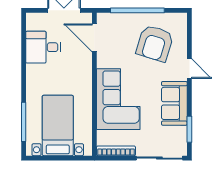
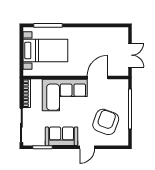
door: (94, 38) -> (98, 77), moved
armchair: (155, 43) -> (106, 122), turned 93
desk: (43, 47) -> (103, 40), removed

